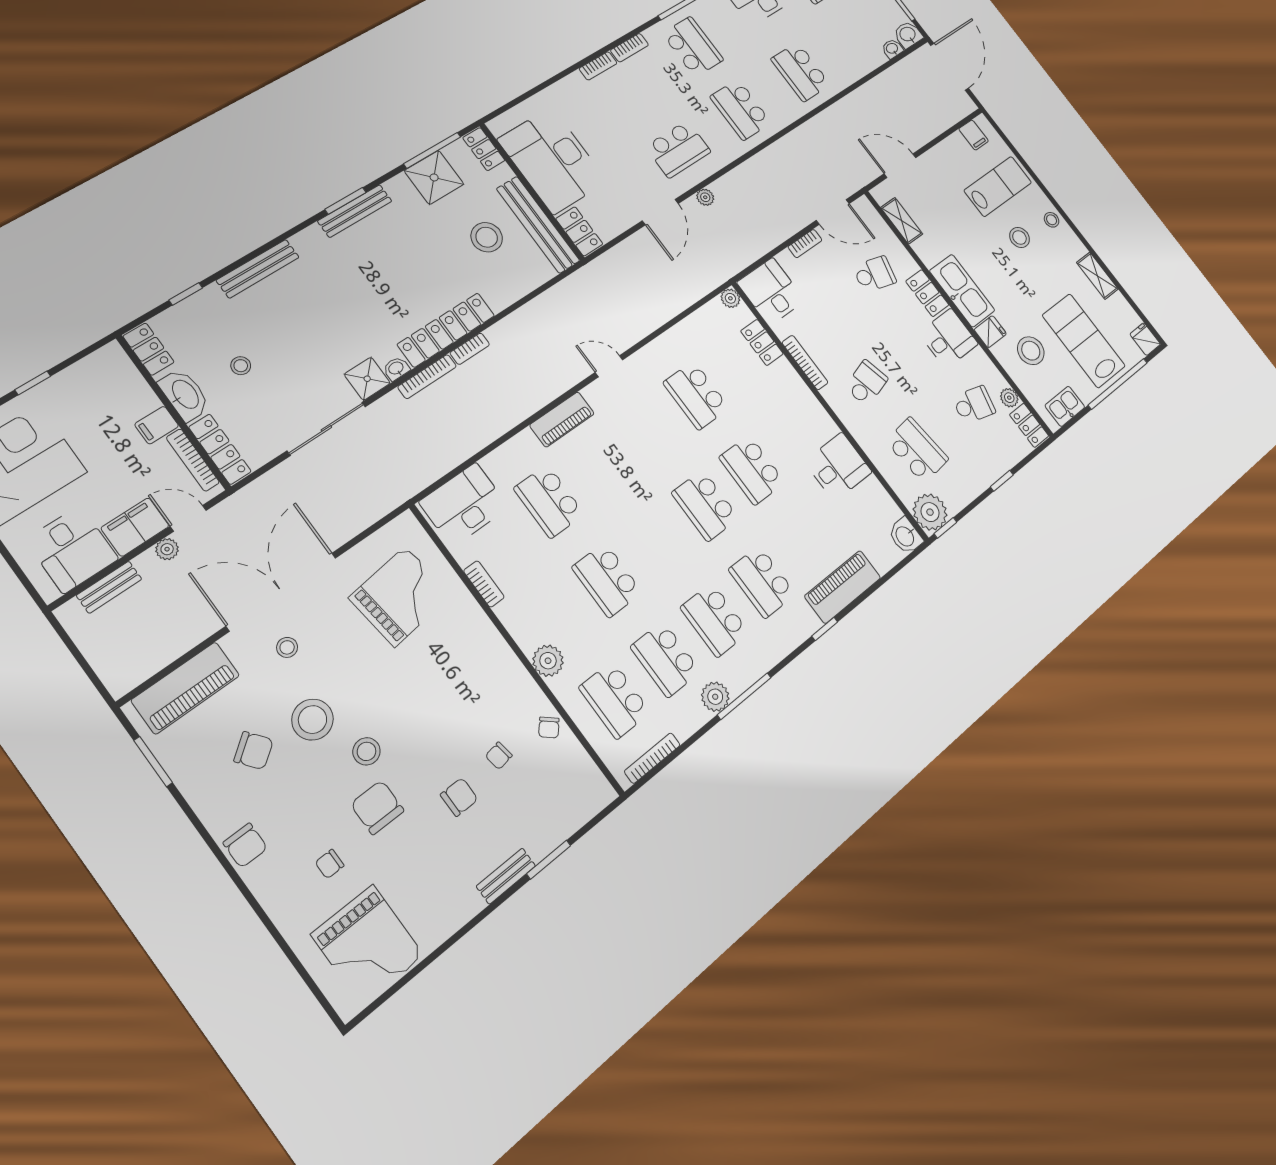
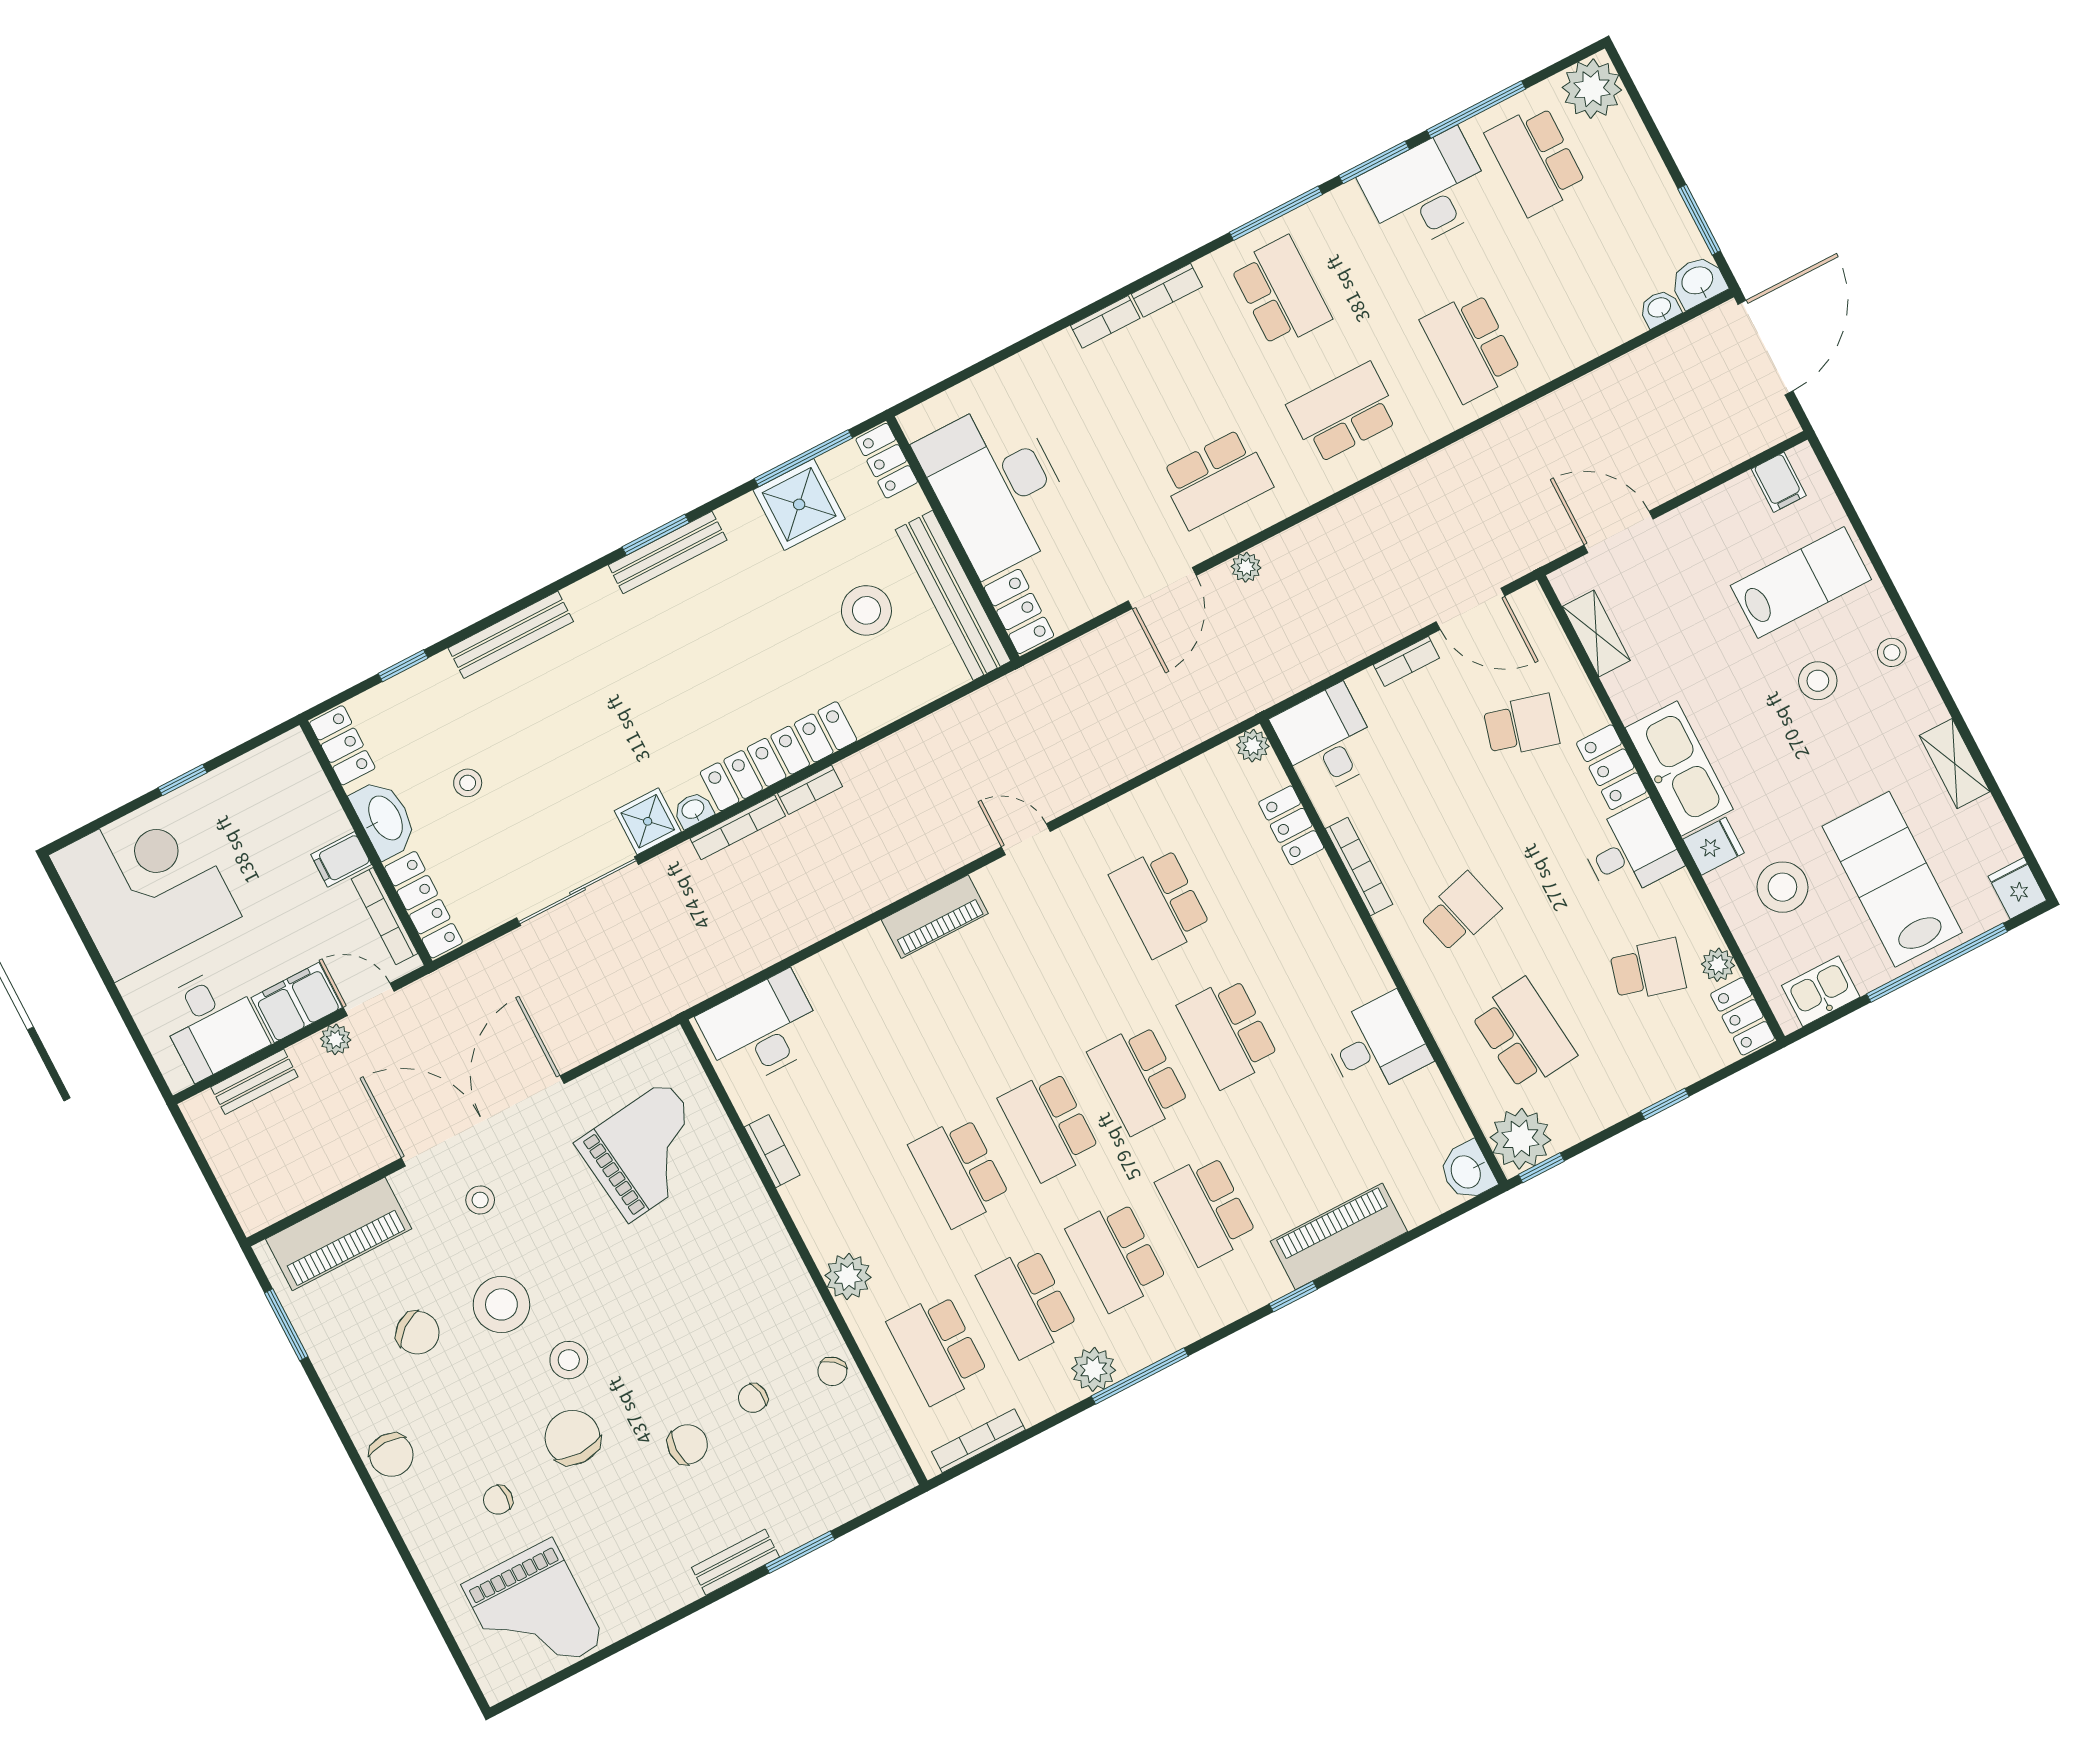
school desk: (741, 110) -> (1343, 413), turned 90
school desk: (549, 501) -> (1049, 1125), moved

